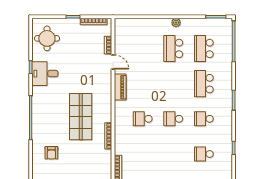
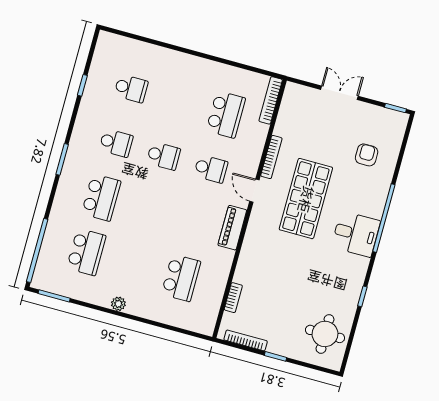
school desk: (173, 48) -> (181, 278), moved
door: (113, 62) -> (254, 191), moved
desk: (45, 74) -> (356, 234), moved
school desk: (143, 154) -> (226, 114), added

